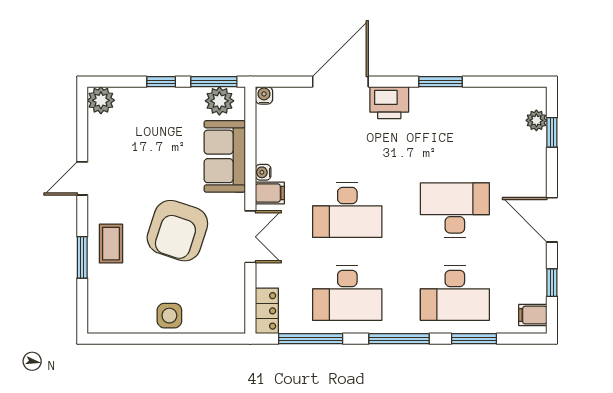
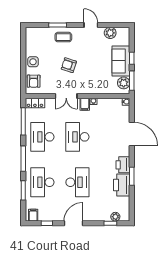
plant: (101, 100) -> (110, 33), moved
printer: (389, 103) -> (123, 165), moved
printer: (461, 106) -> (122, 185), added
sofa: (225, 156) -> (121, 61), moved, turned -90
armchair: (177, 231) -> (69, 65), width x0.53, depth x0.53
armchair: (215, 314) -> (34, 81), added

